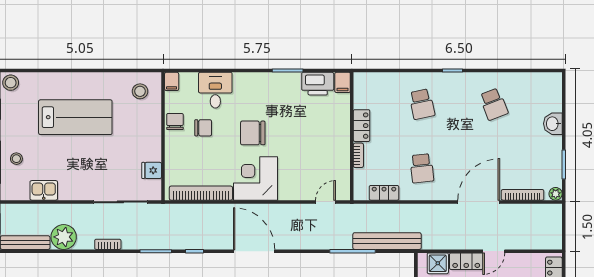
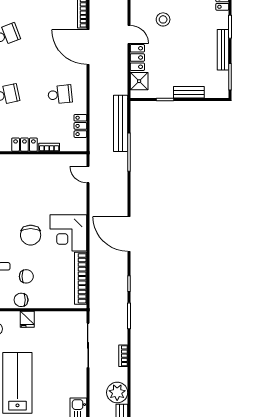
chair: (203, 128) -> (26, 276), turned 90
fridge: (152, 170) -> (27, 319), moved
door: (254, 251) -> (129, 234), hinge flipped

